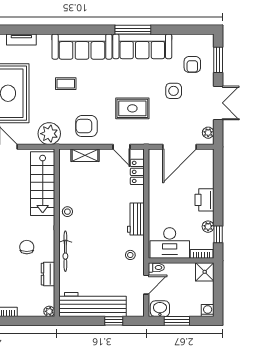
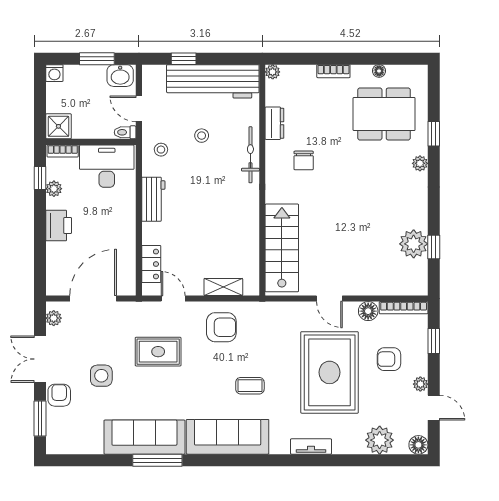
armchair: (192, 64) -> (59, 395), moved
plant: (49, 134) -> (273, 317), removed
stool: (67, 212) -> (202, 136), moved
door: (146, 285) -> (139, 109), hinge flipped

